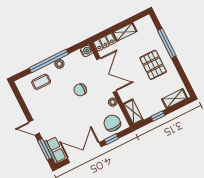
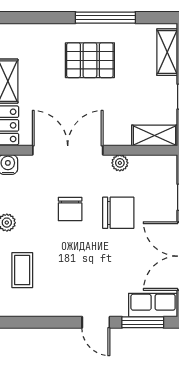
window: (167, 43) -> (105, 18), moved
chair: (112, 123) -> (118, 213), moved, turned 180
door: (34, 128) -> (96, 322), hinge flipped

